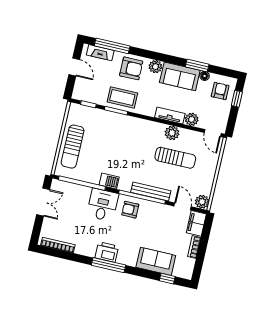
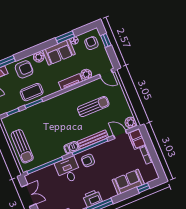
plant: (172, 133) -> (80, 92), removed
barbecue: (109, 181) -> (71, 148), moved

